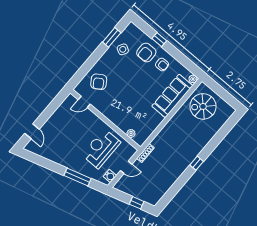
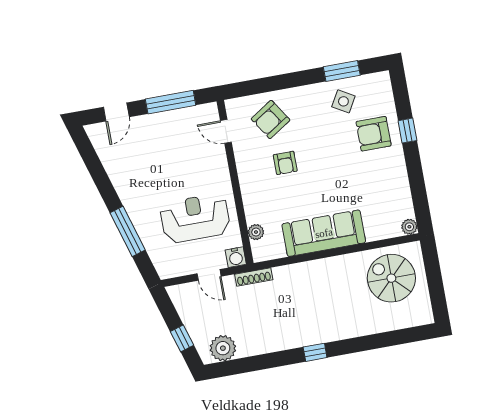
armchair: (162, 64) -> (285, 163), moved
sofa: (172, 96) -> (324, 233), moved
window: (51, 109) -> (171, 102), added
water cooler: (110, 176) -> (236, 257), moved
plant: (157, 193) -> (223, 348), added

